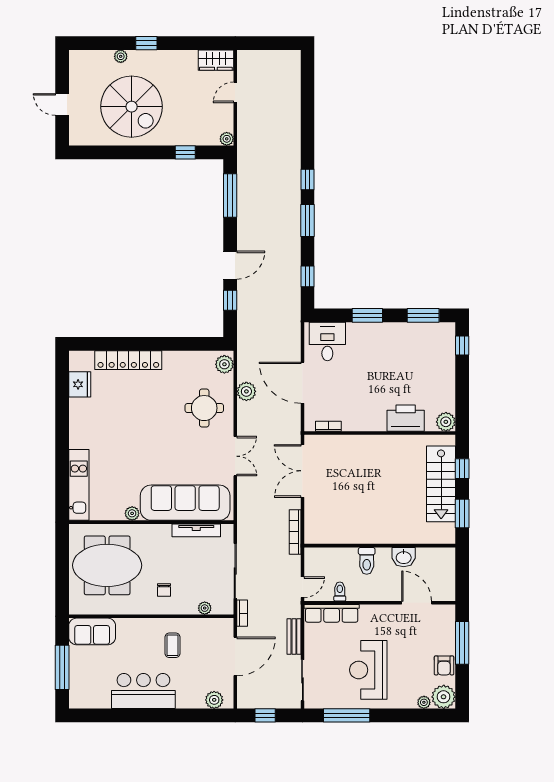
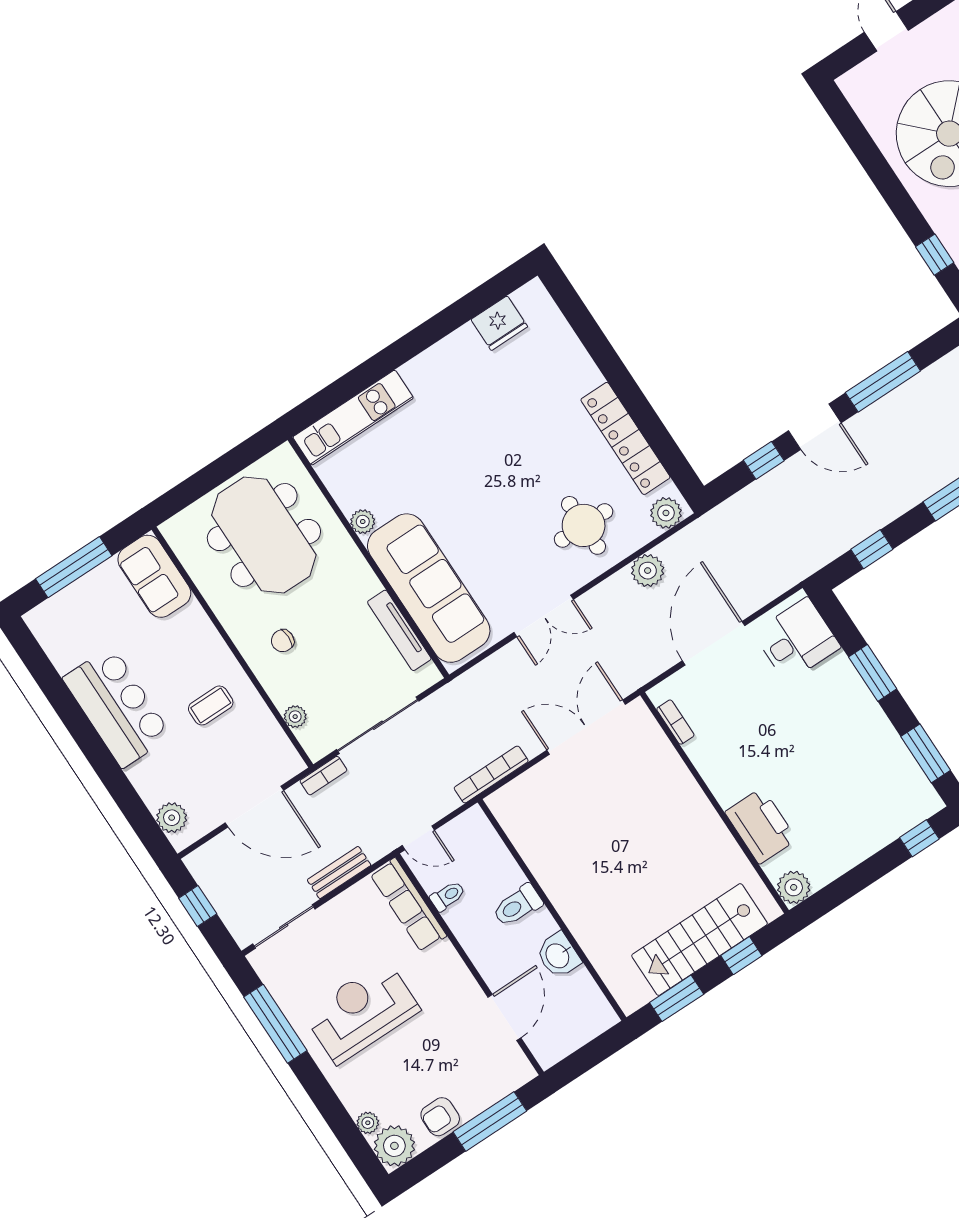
window: (230, 196) -> (883, 382), moved
locker: (128, 360) -> (625, 438), moved

